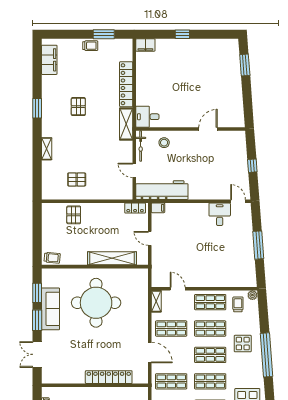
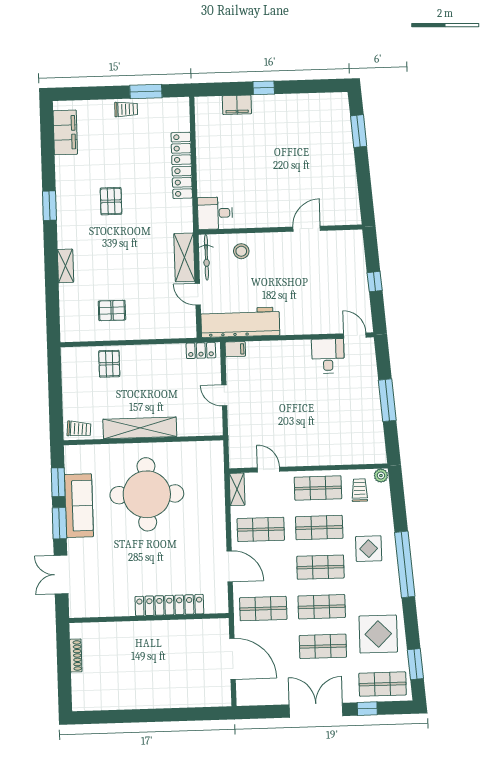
filing cabinet: (145, 45) -> (237, 105), moved
shelving: (126, 124) -> (184, 257), moved
shelving: (112, 258) -> (140, 428), moved

